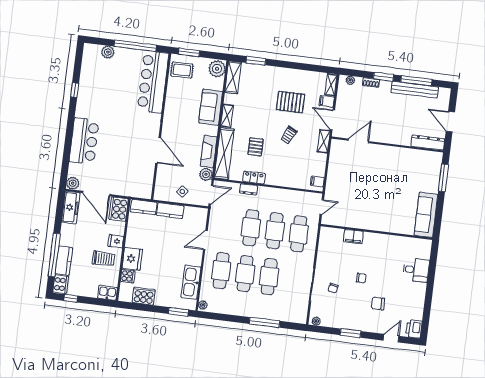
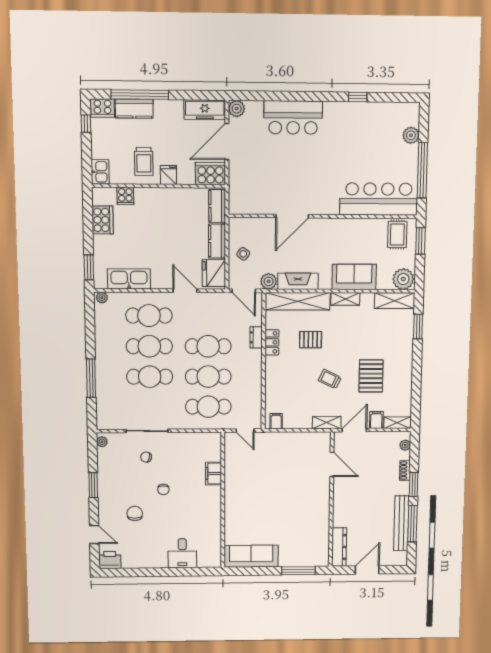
fridge: (132, 259) -> (214, 273), moved, turned 90

